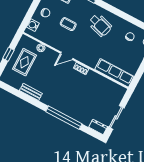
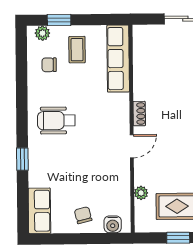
coffee table: (68, 24) -> (77, 50), moved
wheelchair: (100, 25) -> (56, 121), turned -107
door: (67, 56) -> (132, 146), hinge flipped

